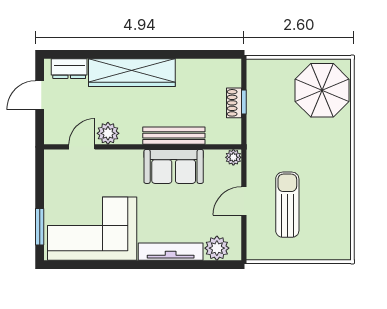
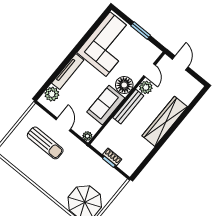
dresser: (69, 69) -> (190, 94), removed
door: (40, 95) -> (180, 63), moved
bench: (174, 136) -> (128, 107), moved
floor lamp: (128, 164) -> (124, 85), added
window: (40, 227) -> (141, 30), moved

